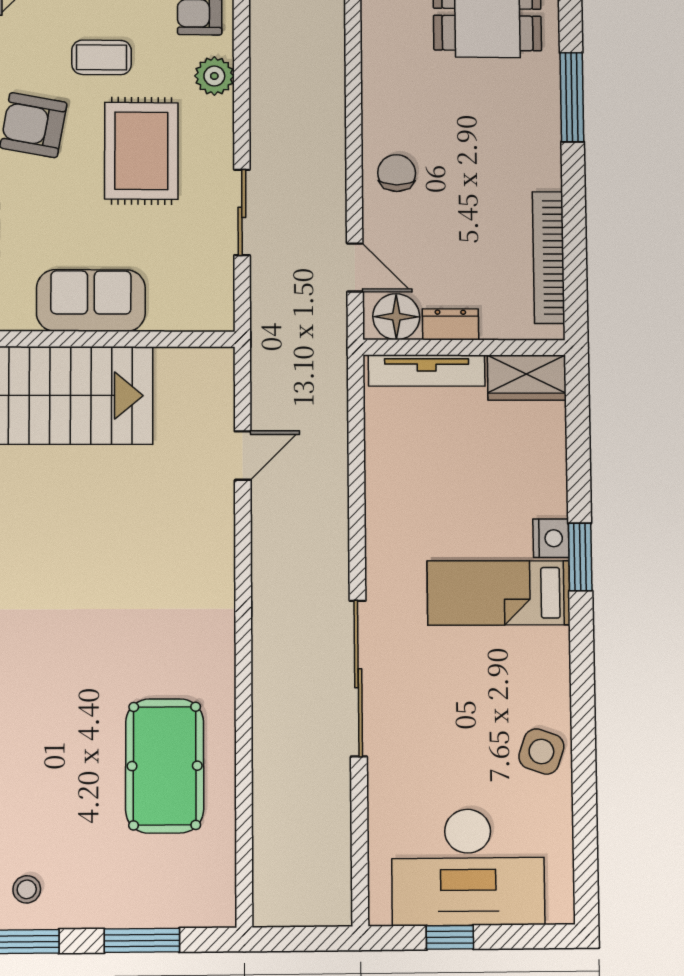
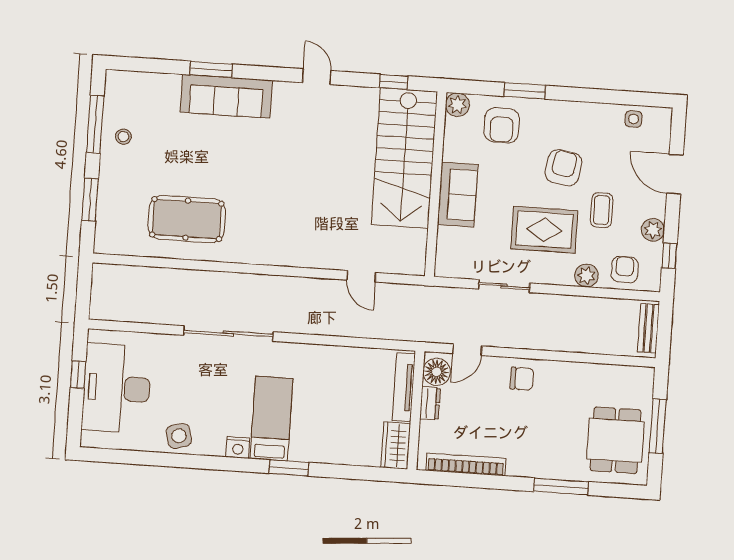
nightstand: (551, 538) -> (238, 447), moved
side table: (541, 751) -> (179, 436), turned -33

